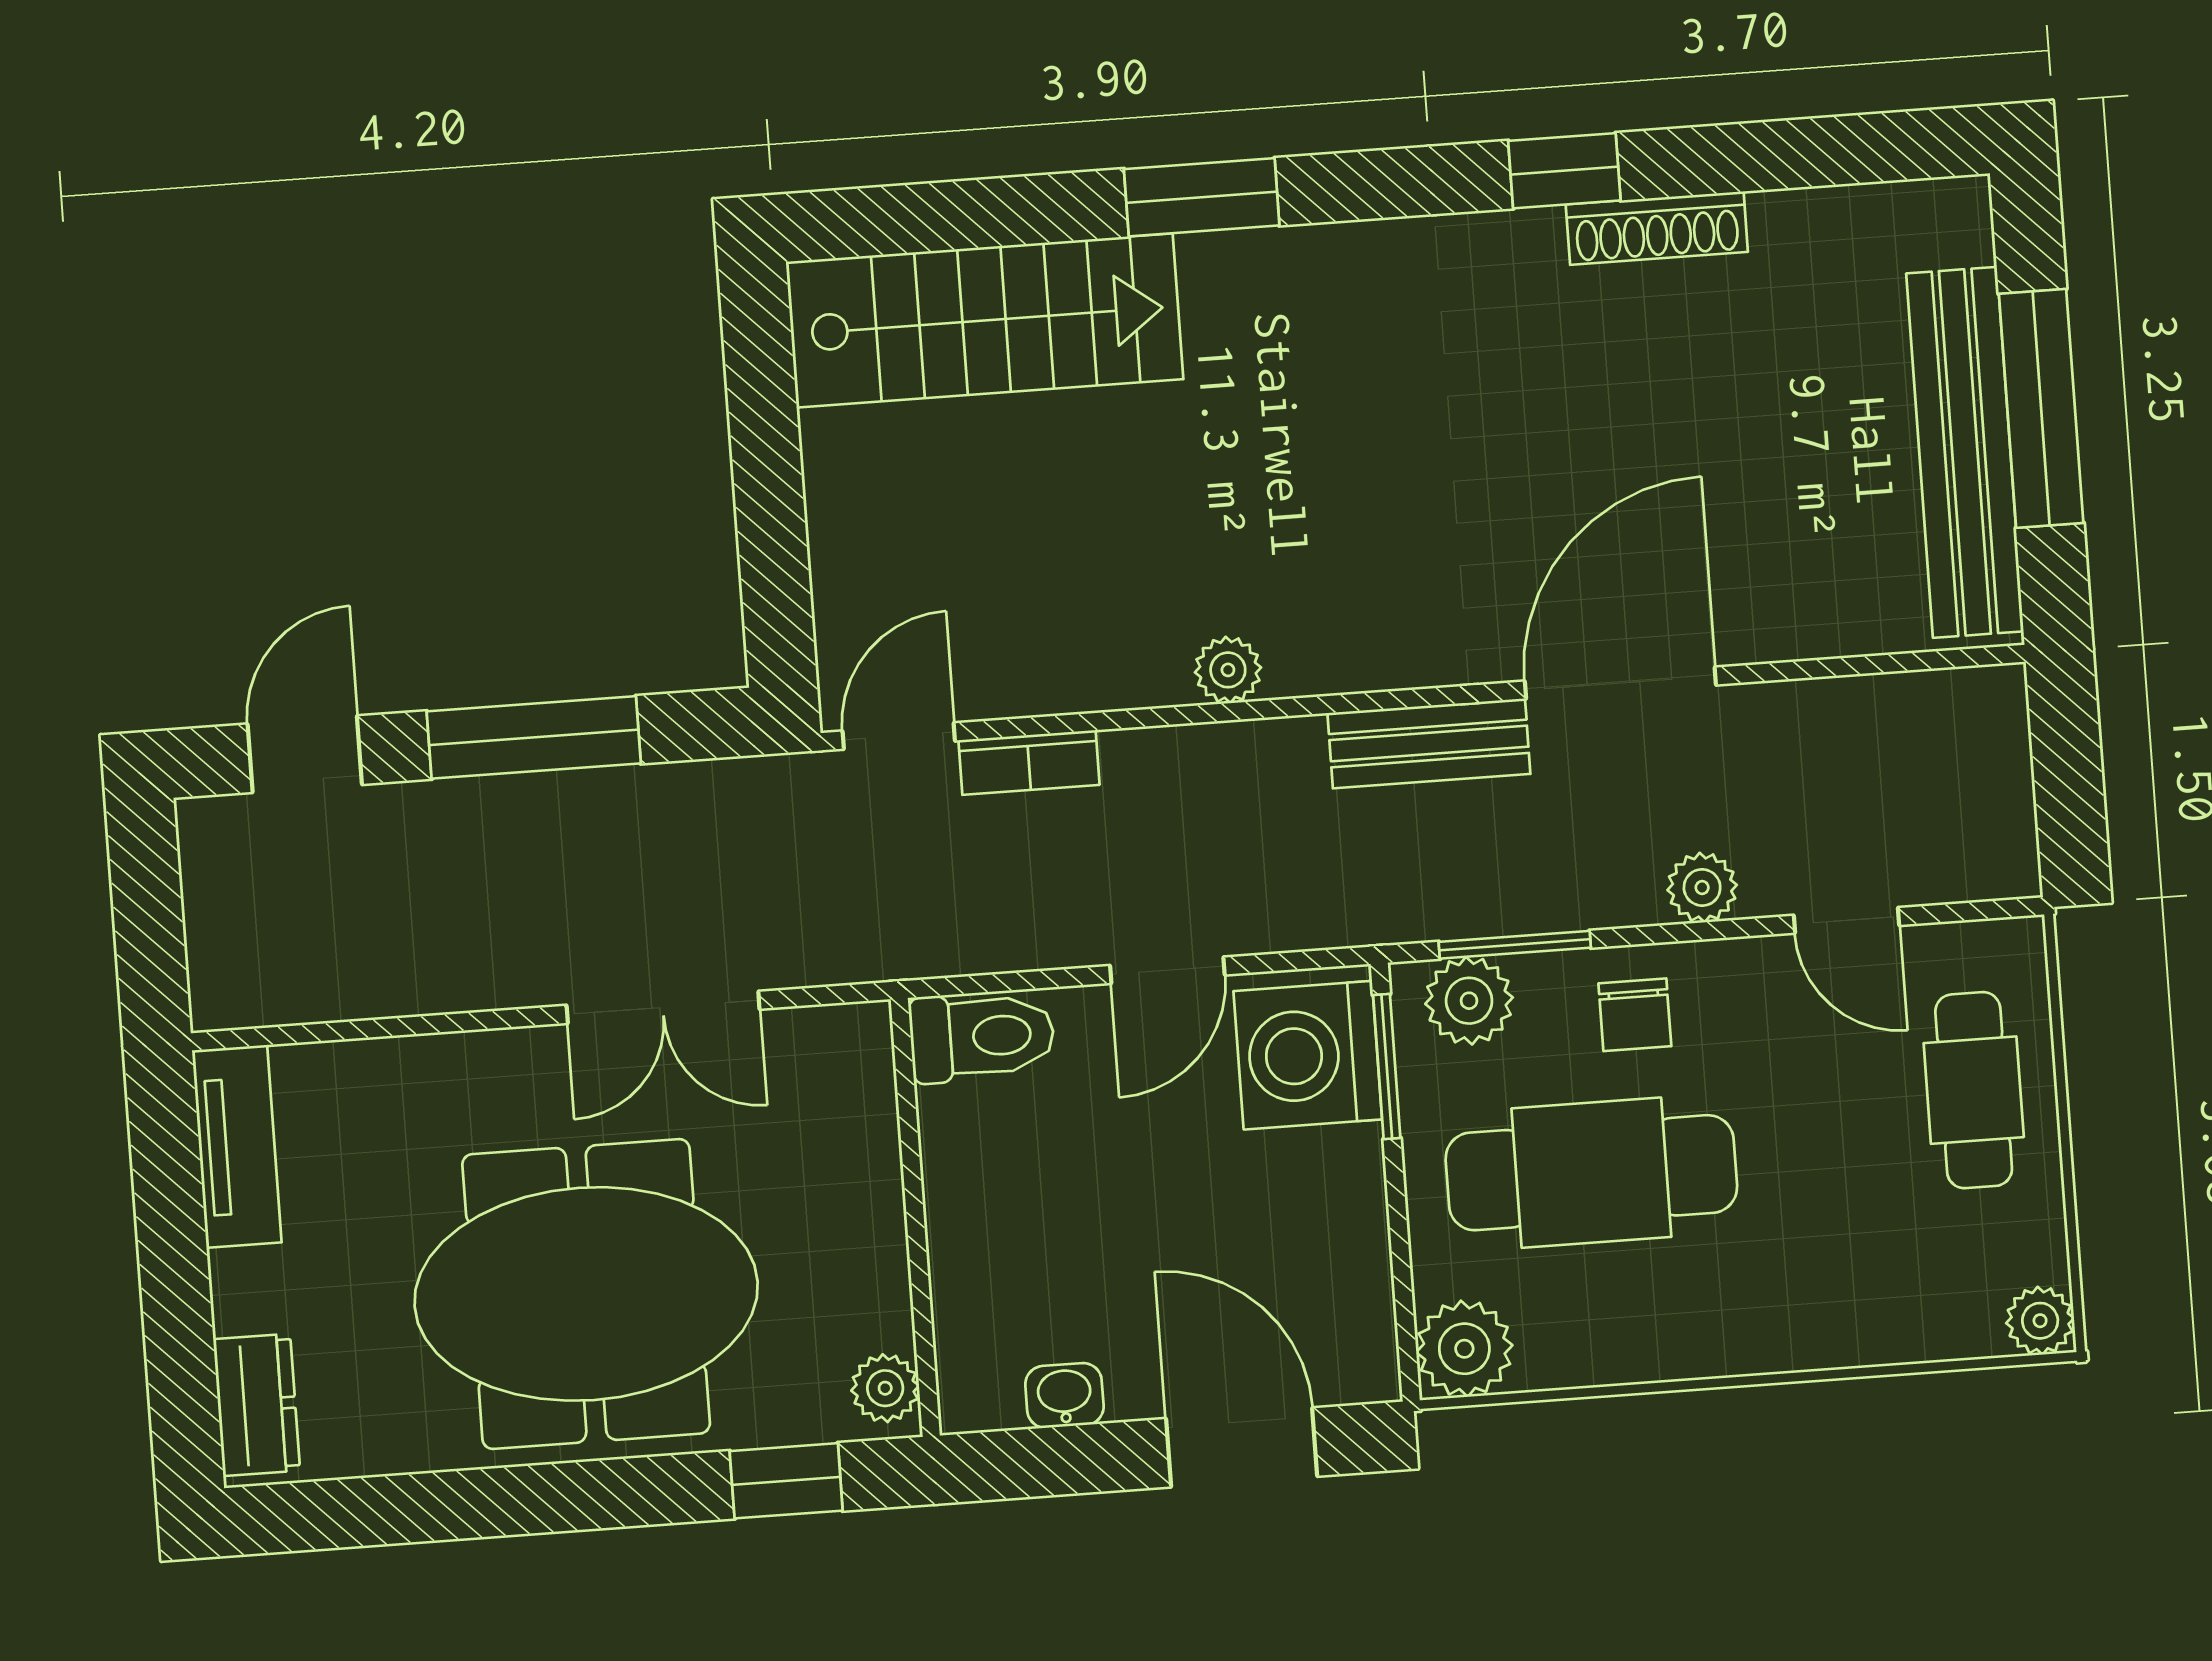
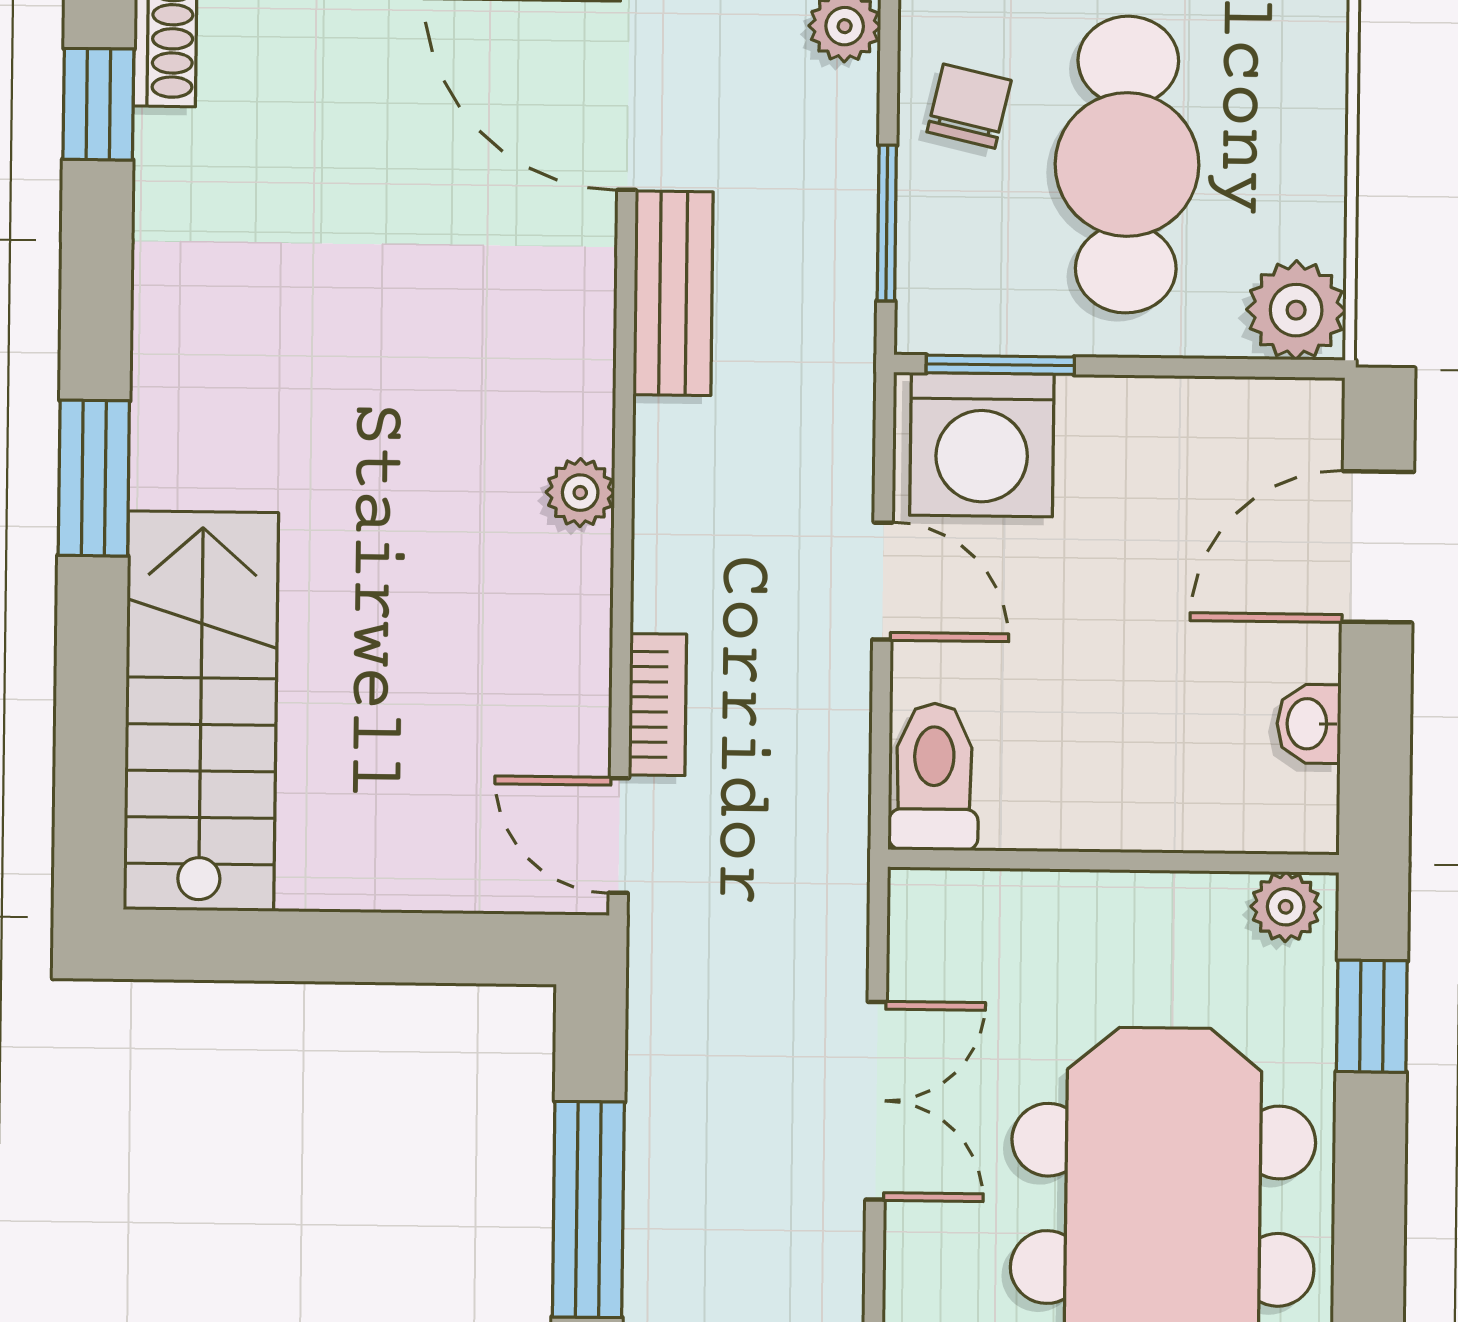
plant: (1469, 1001) -> (940, 275), removed
chair: (1635, 1015) -> (969, 106), turned -77

